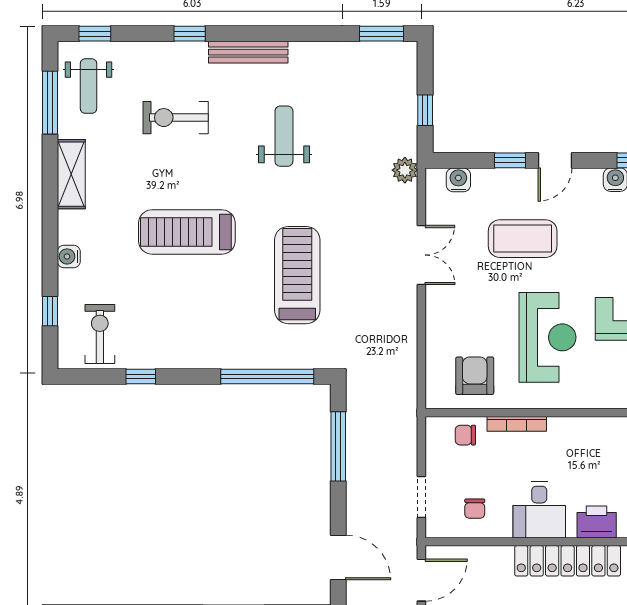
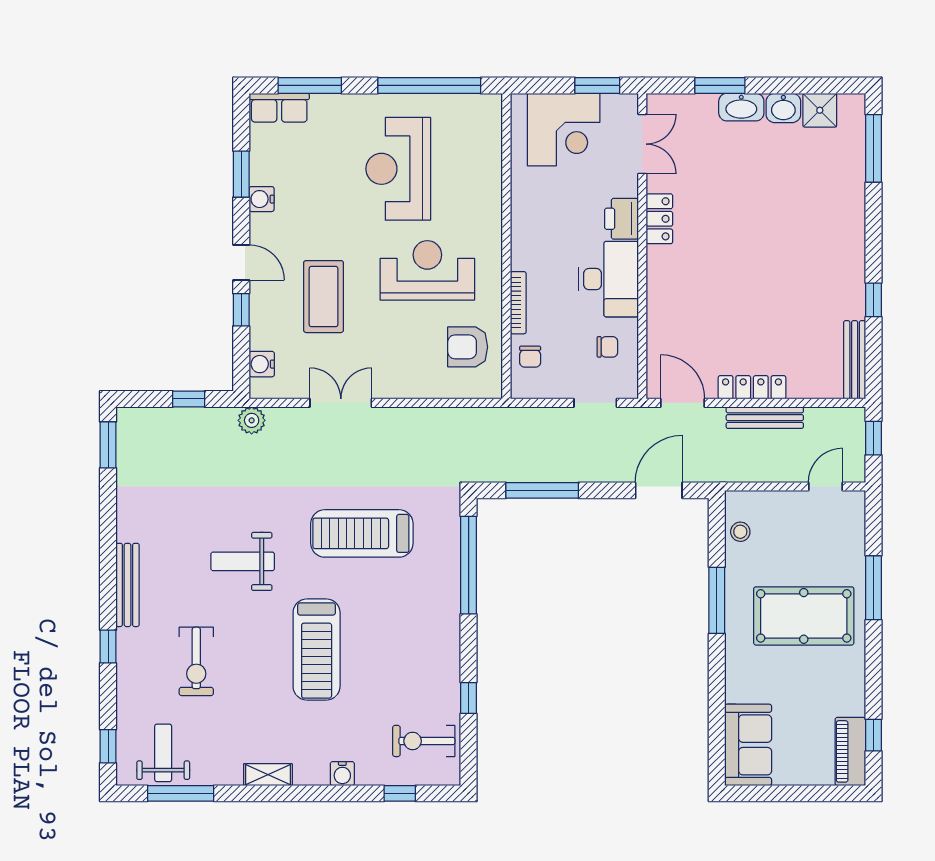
weight bench: (88, 86) -> (163, 753), turned -90
weight bench: (284, 136) -> (243, 561), moved
shelving: (71, 174) -> (268, 775), width x0.67, depth x0.75
desk: (539, 510) -> (609, 279), width x1.37
locker: (568, 561) -> (659, 219), width x0.46, depth x0.83

